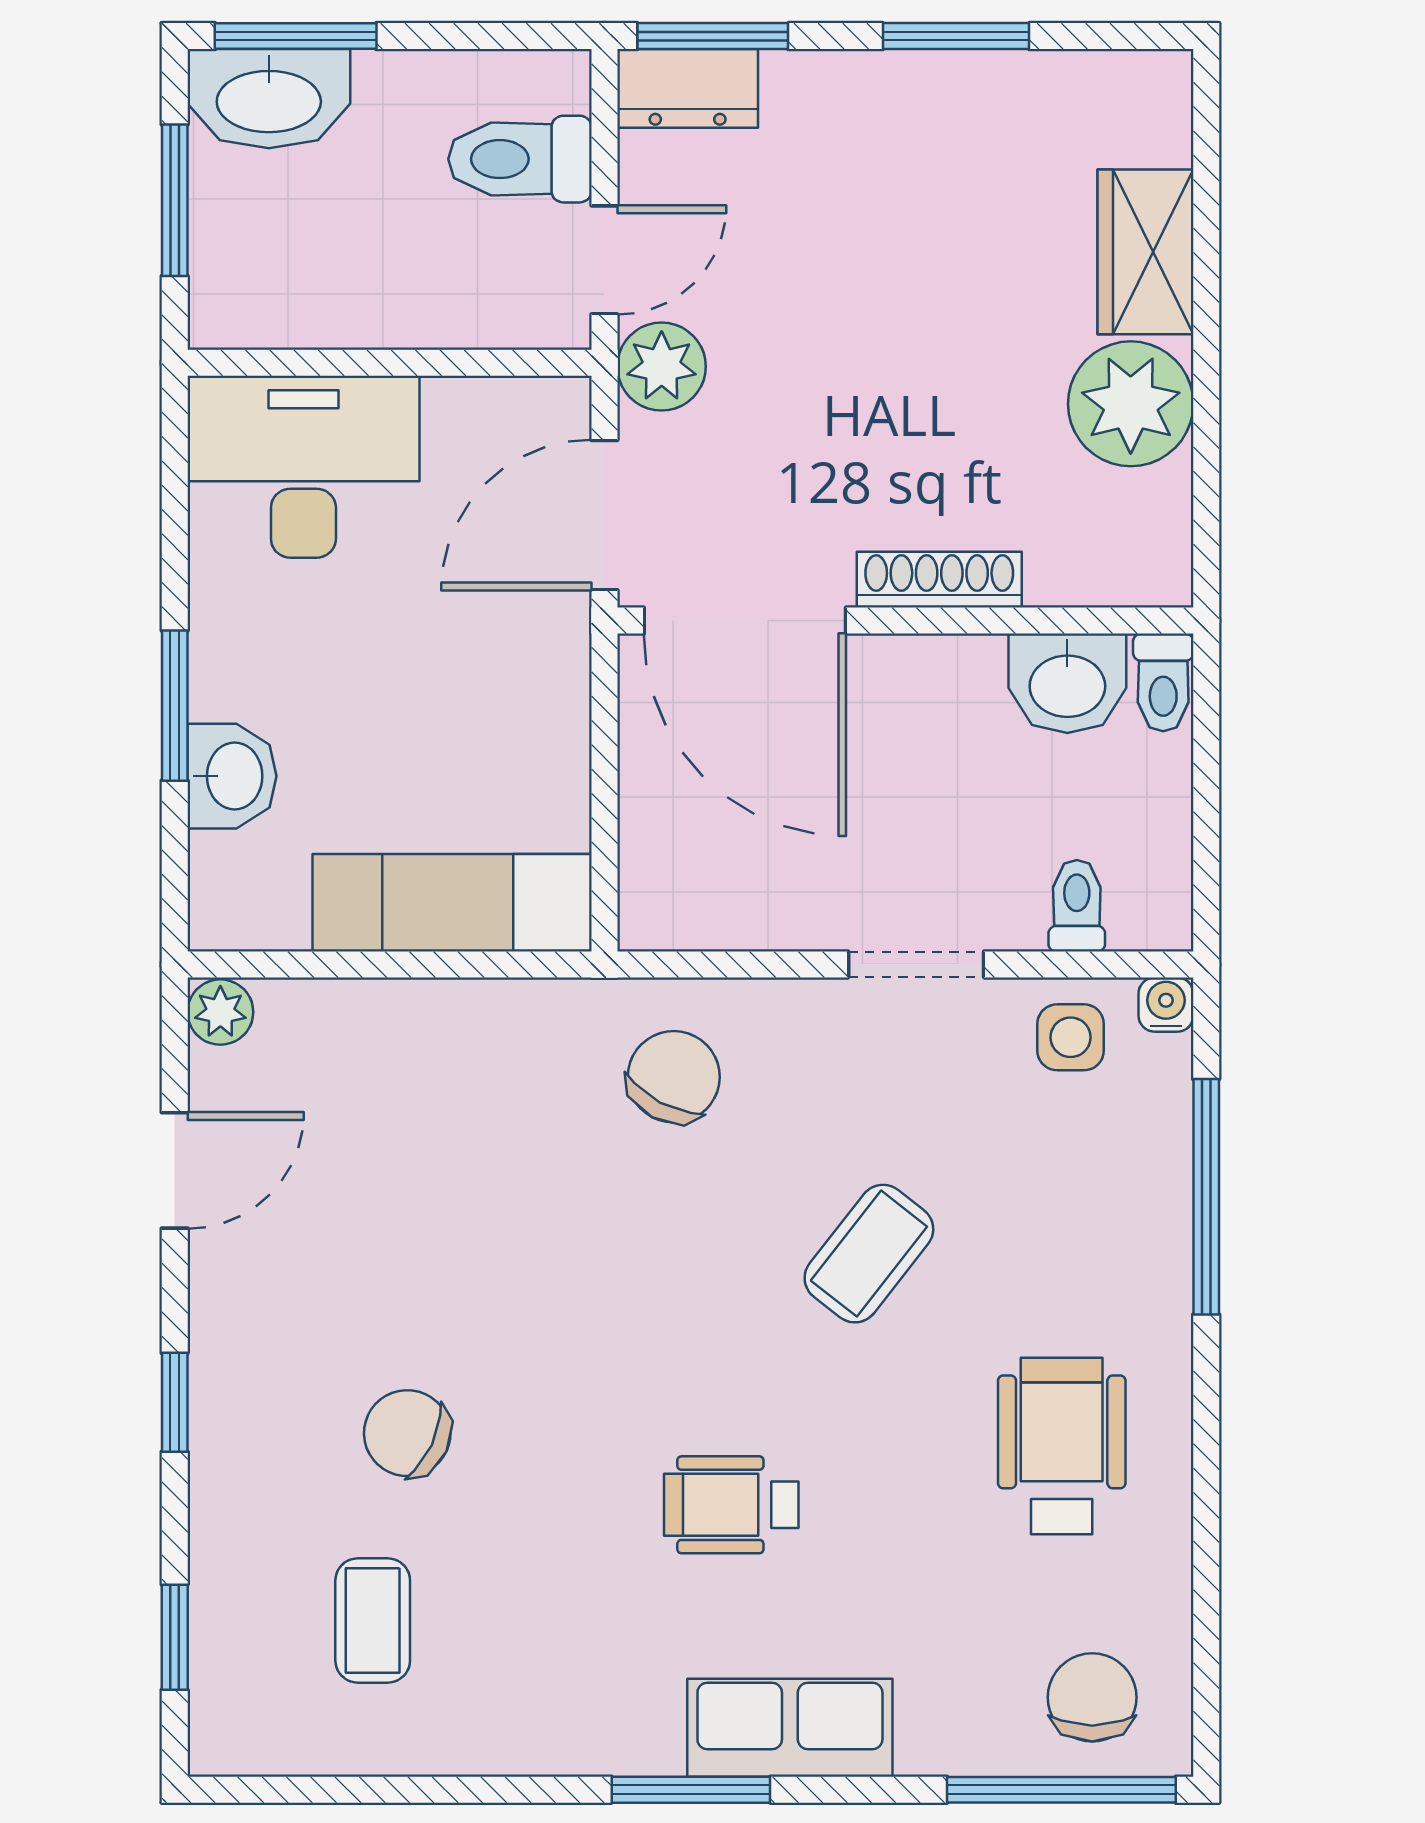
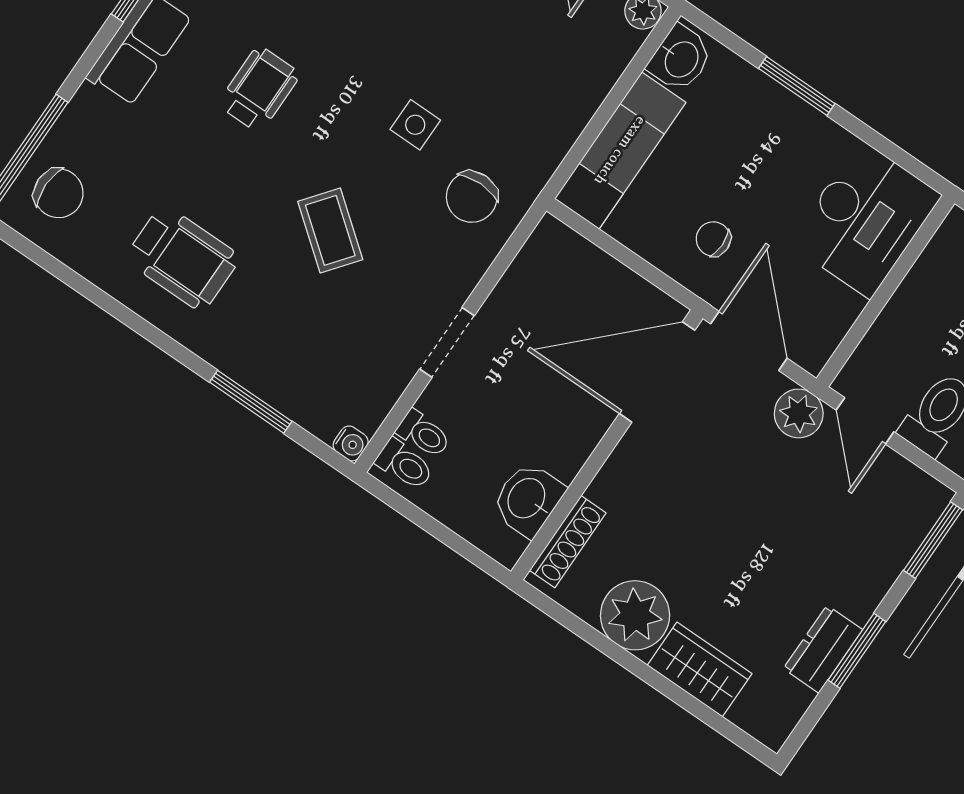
dresser: (688, 88) -> (823, 649), moved
shoe rack: (939, 580) -> (568, 542), moved
chair: (489, 673) -> (713, 239), added
toilet: (1163, 682) -> (405, 464), moved, turned 180
washbasin: (232, 776) -> (680, 59), moved, turned -90
side table: (1071, 1037) -> (415, 125), moved
chair: (674, 1077) -> (472, 197), turned 62
window: (1206, 1197) -> (251, 402), width x0.69

